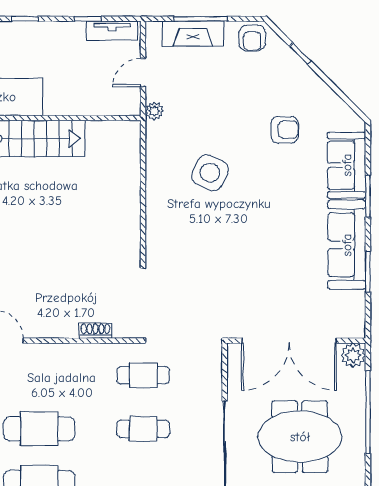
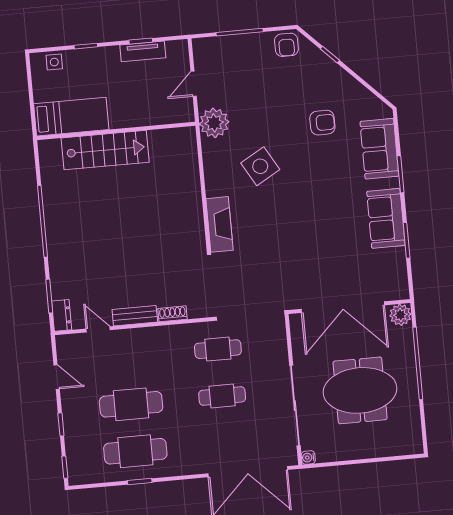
tv unit: (112, 31) -> (143, 51), moved
fireplace: (193, 34) -> (220, 224), moved, turned -90
plant: (154, 111) -> (214, 123), width x1.87, depth x1.87
side table: (210, 173) -> (260, 166), turned 34
sofa: (347, 245) -> (386, 218), width x0.73
bench: (53, 329) -> (135, 316), added

